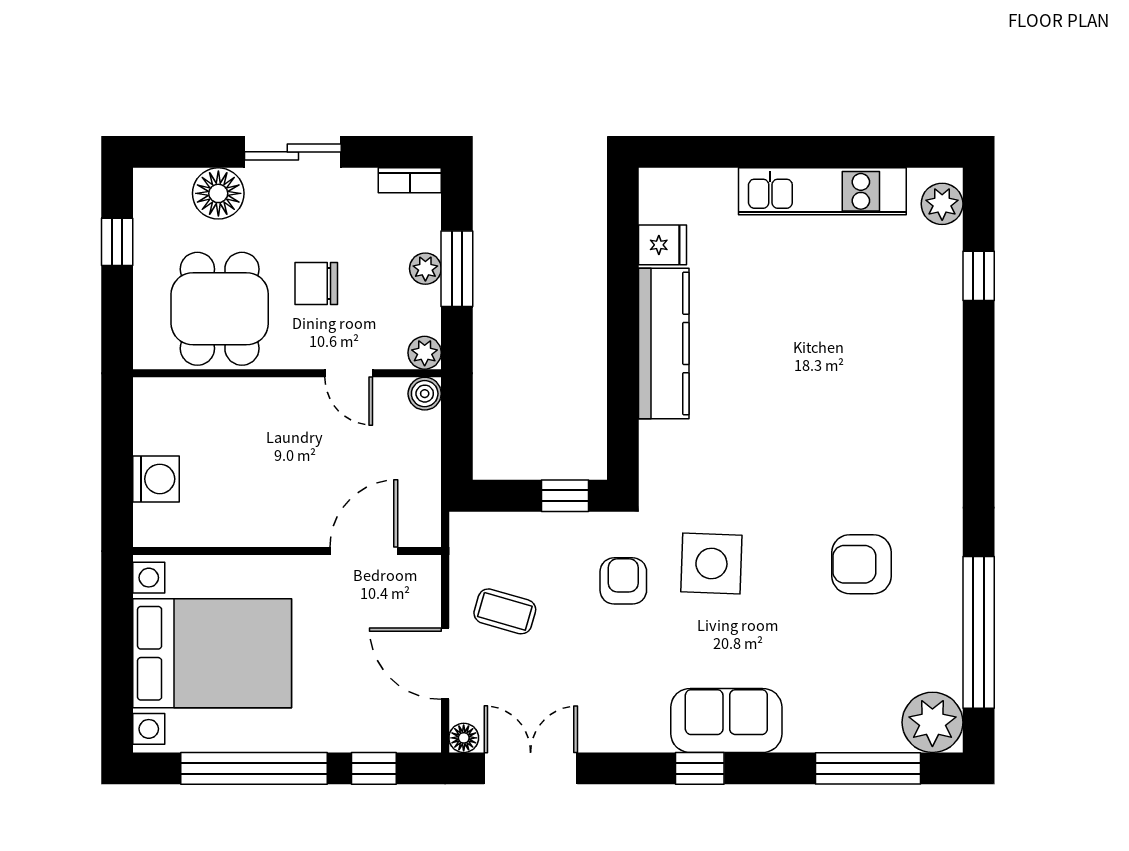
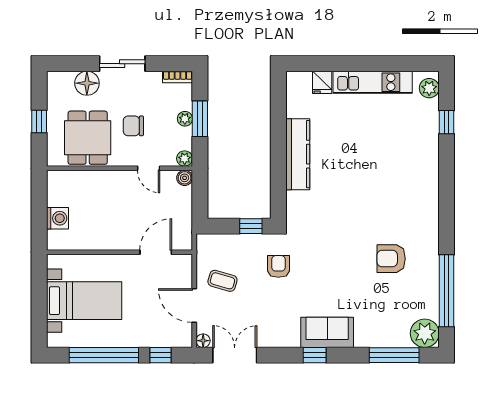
window: (117, 242) -> (39, 122), moved
fridge: (663, 245) -> (322, 82), moved, turned 90
side table: (711, 564) -> (320, 258), removed
bed with nightstands: (212, 653) -> (84, 301), width x0.73

